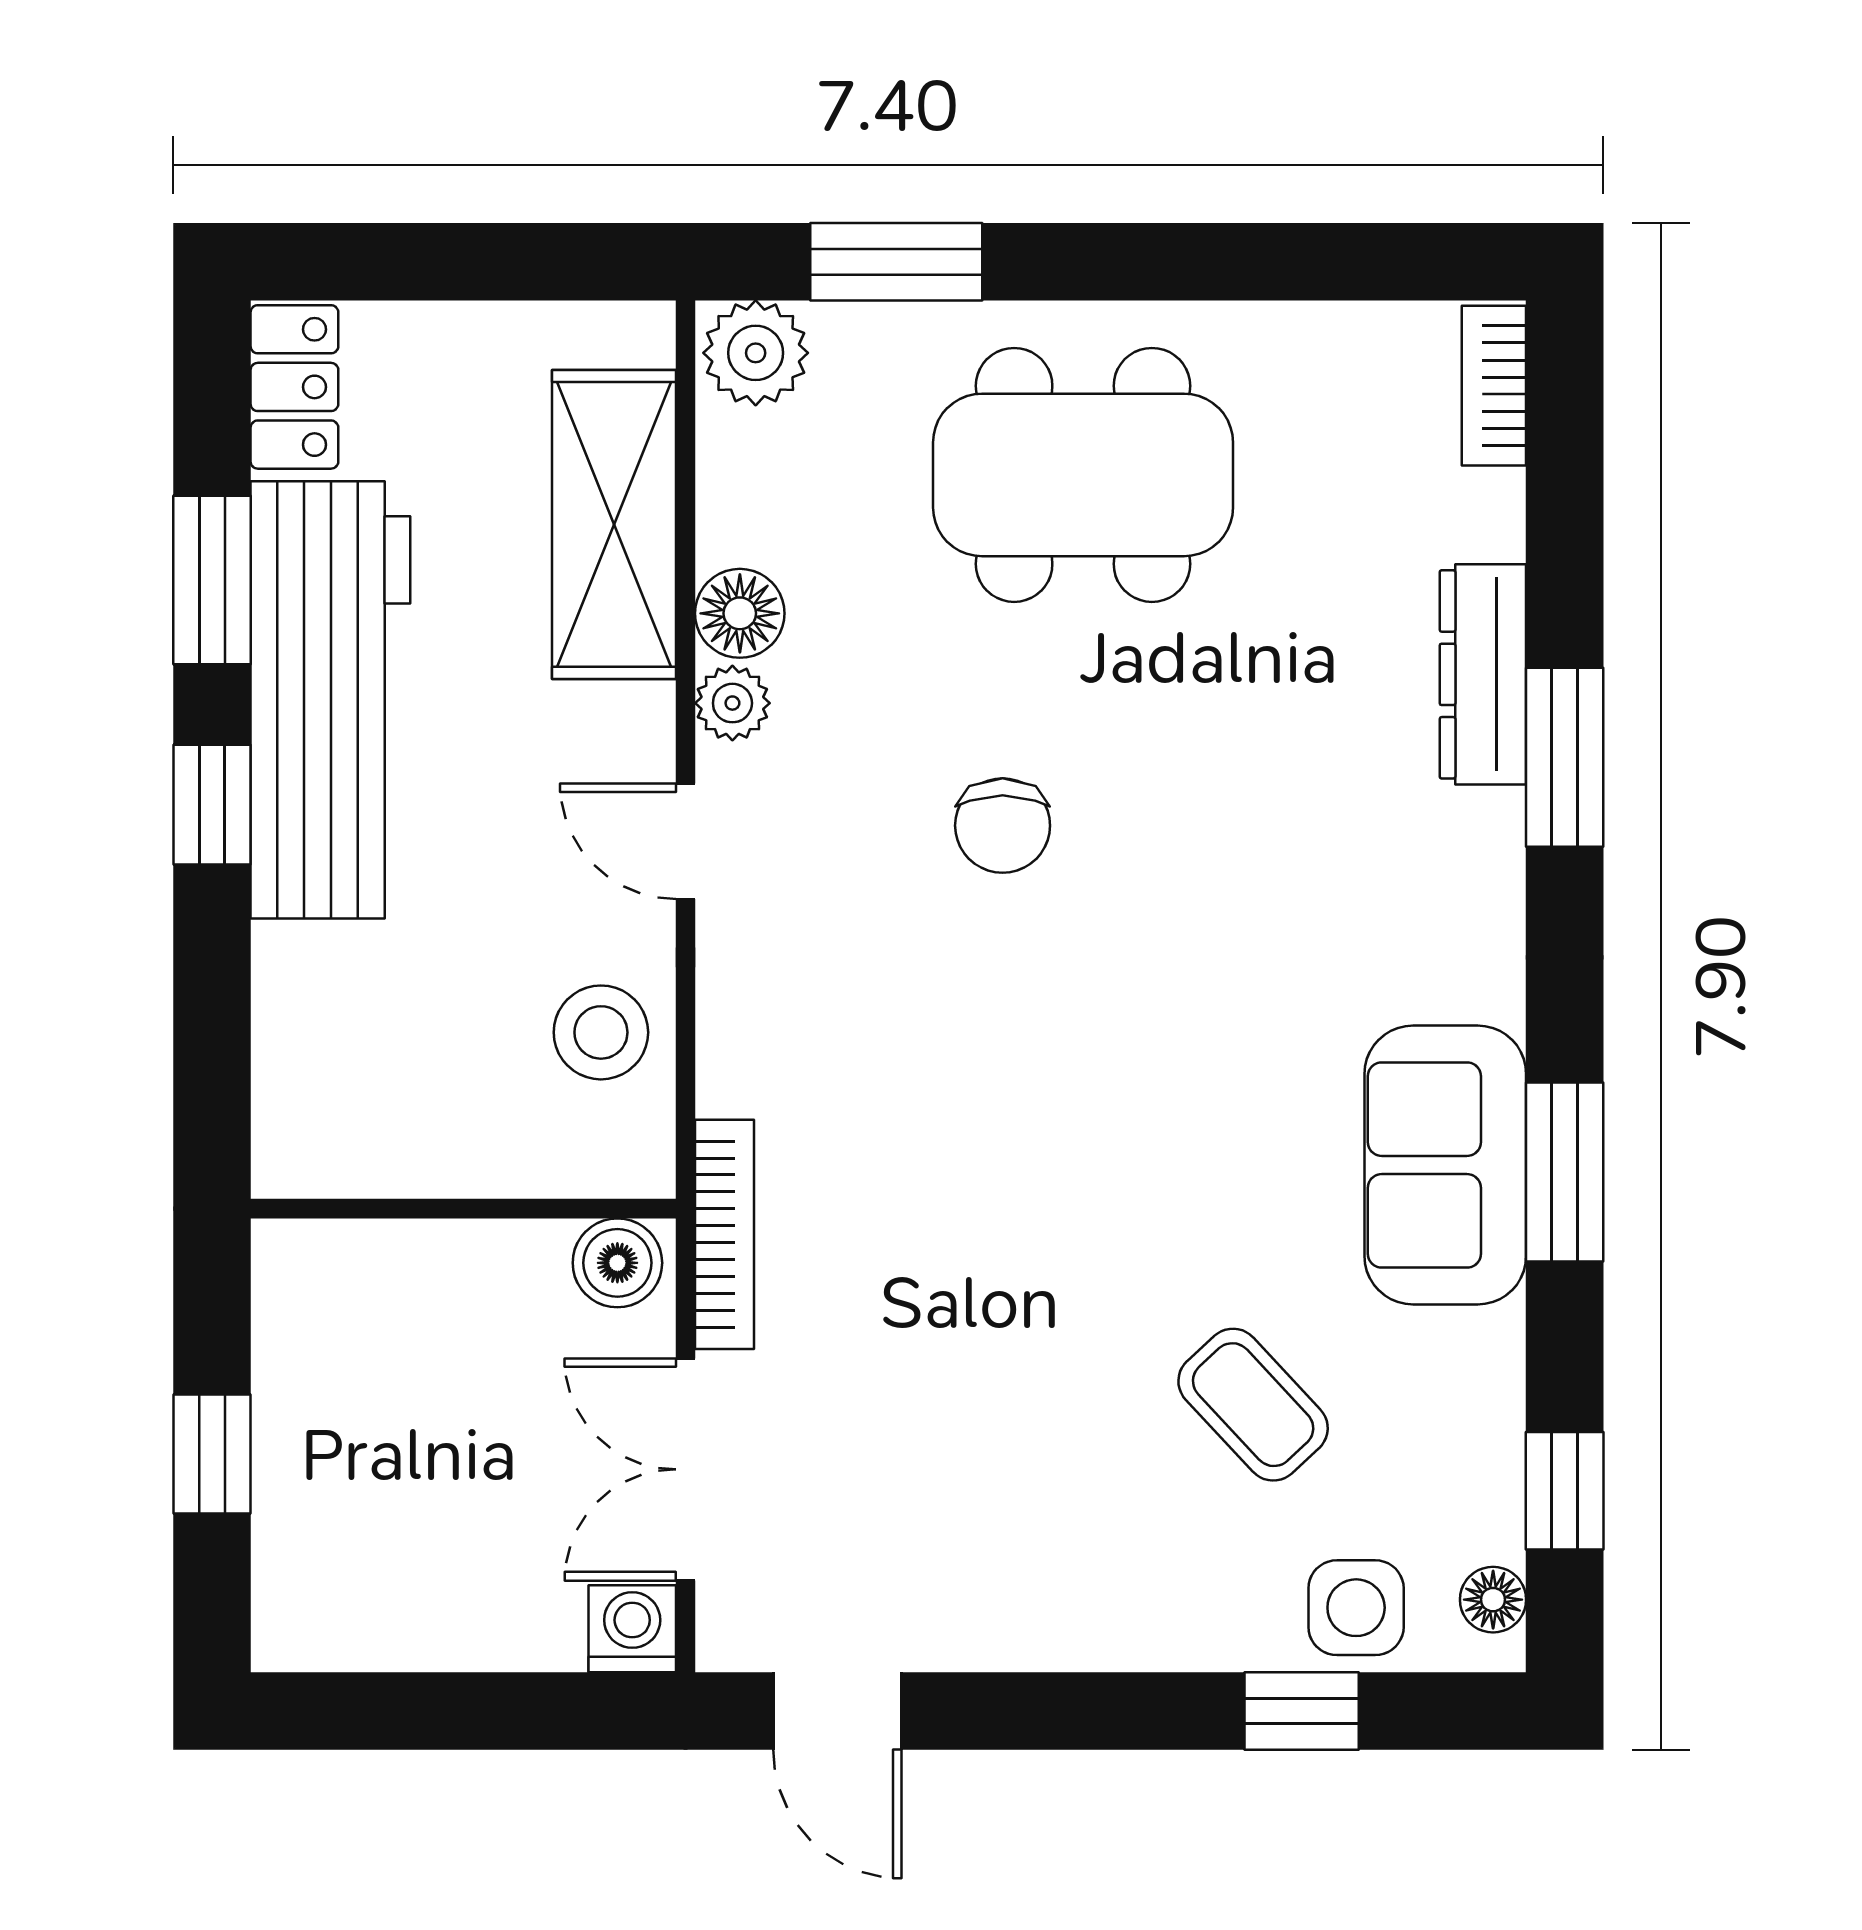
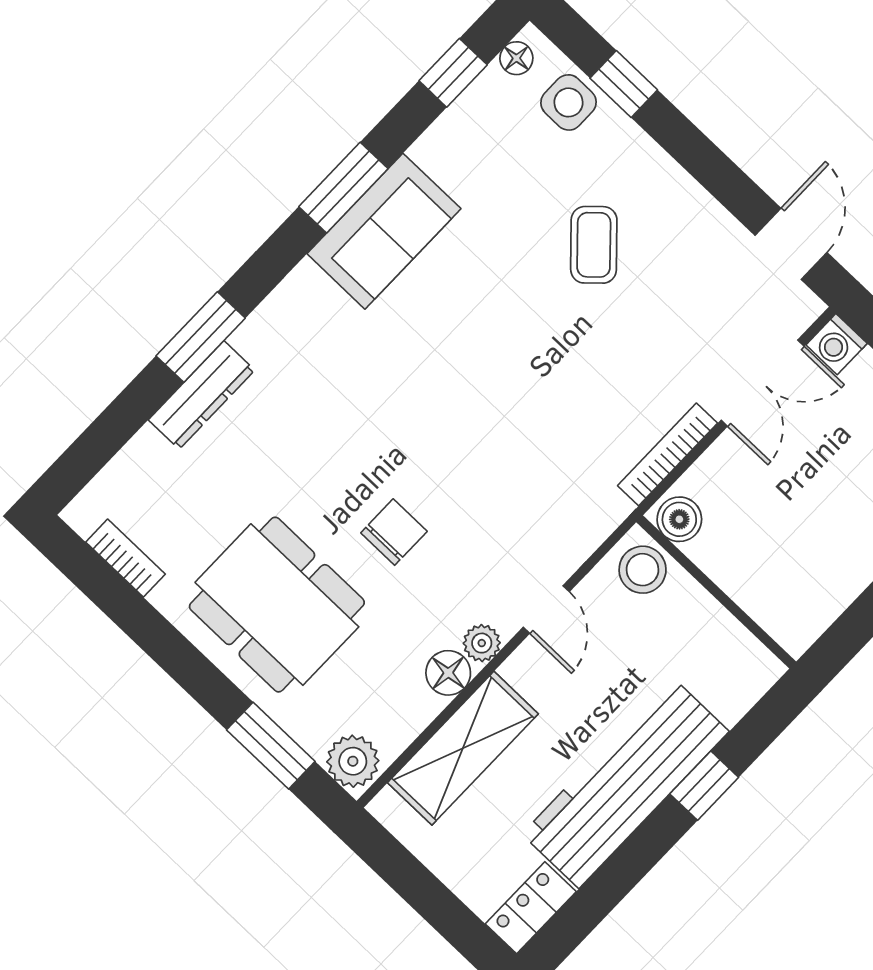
bookcase: (1494, 386) -> (126, 558), moved, turned -90
window: (212, 580) -> (627, 867), removed
chair: (1003, 826) -> (394, 532), moved
wall: (463, 1209) -> (716, 592), moved
boiler: (617, 1263) -> (679, 519), moved
coffee table: (1253, 1405) -> (594, 245), moved

